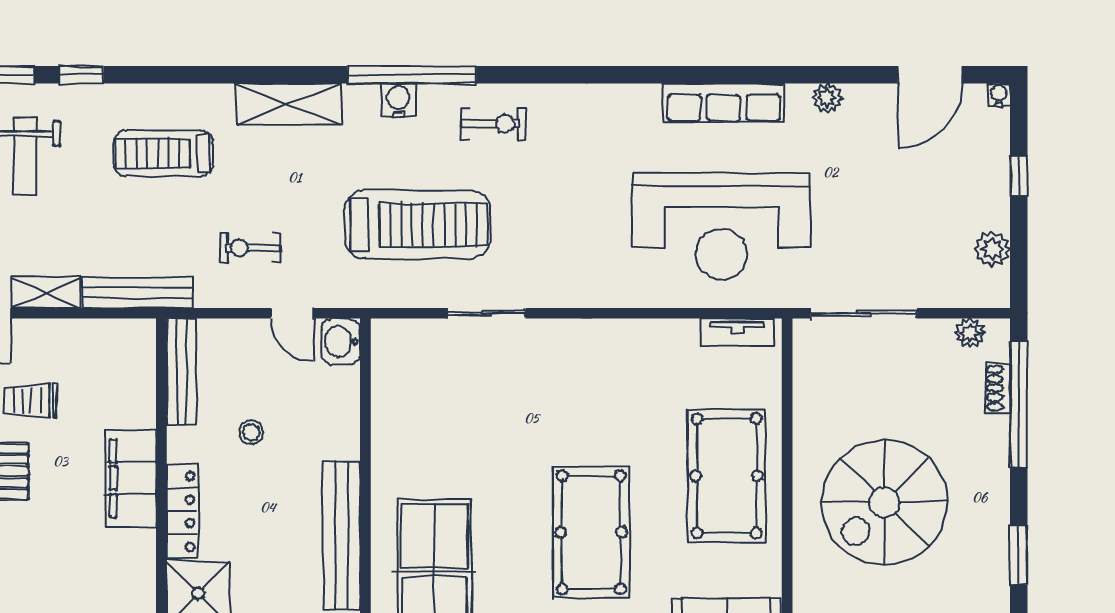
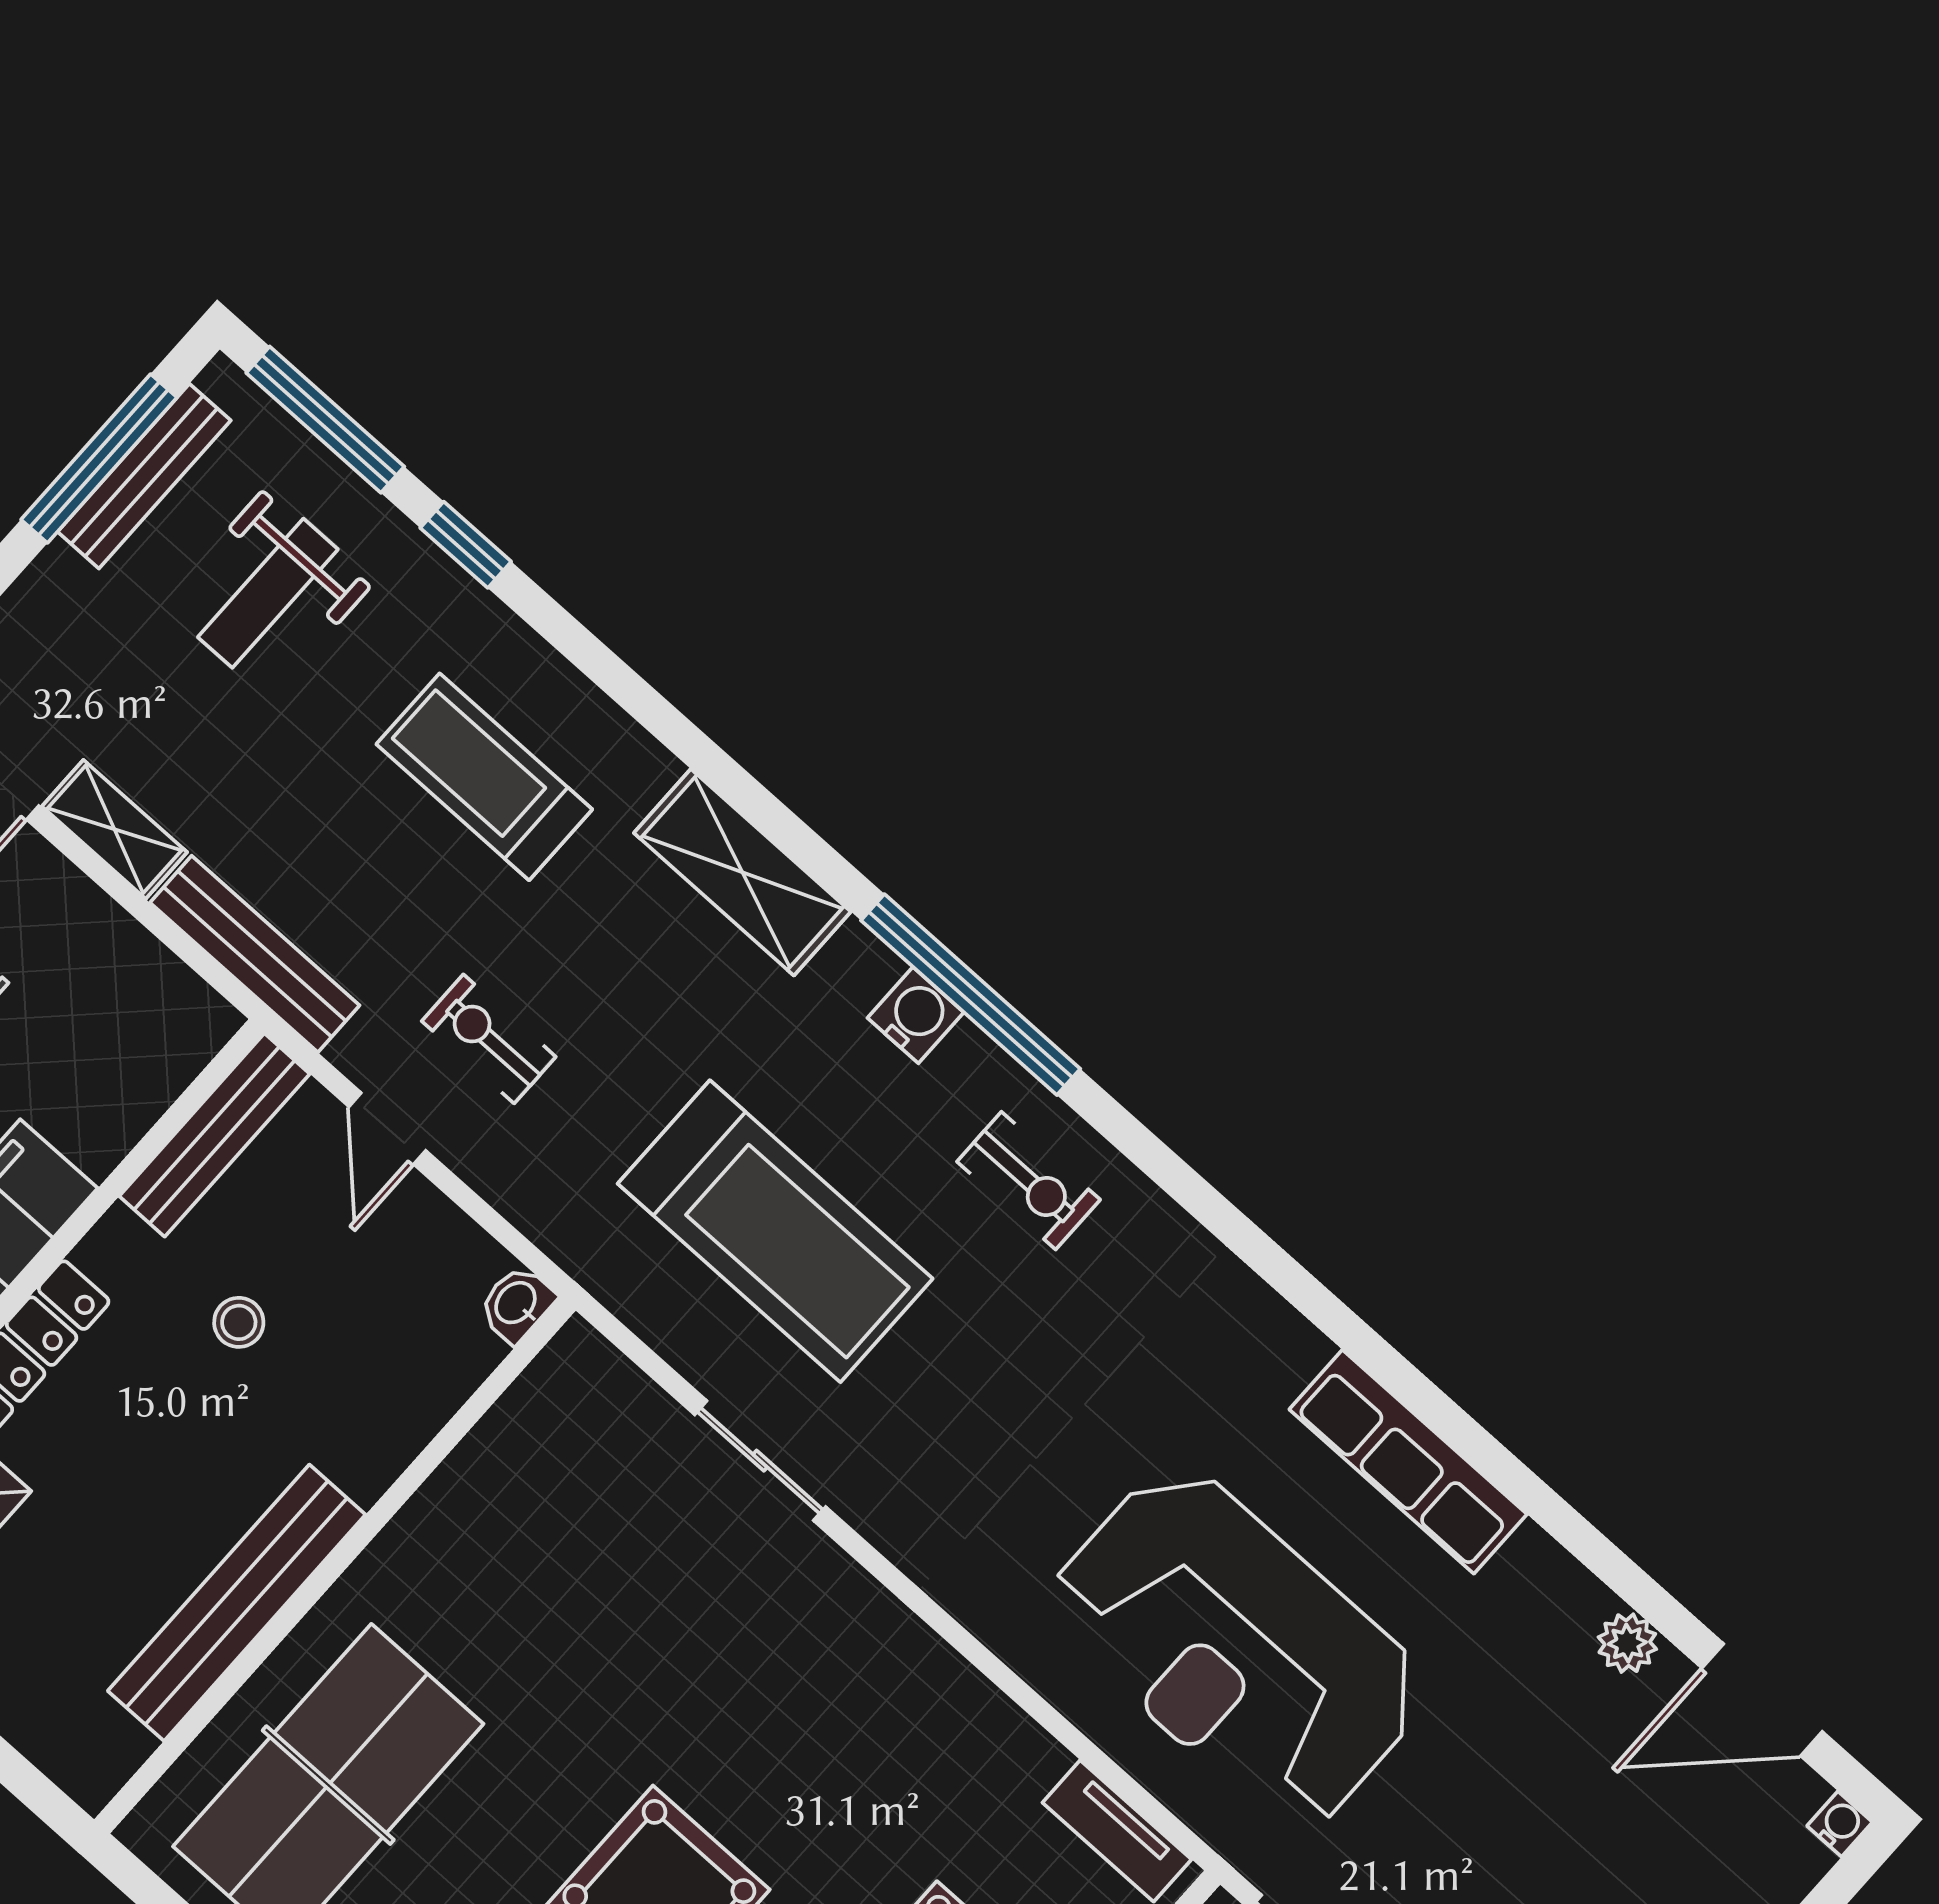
plant: (827, 98) -> (1627, 1643), moved
door: (292, 313) -> (387, 1129), moved
washbasin: (341, 342) -> (517, 1304), width x0.72, depth x0.69

